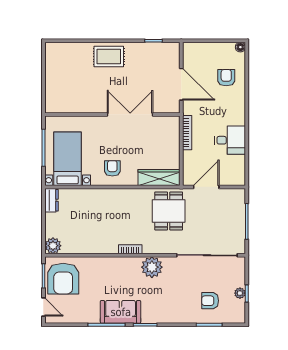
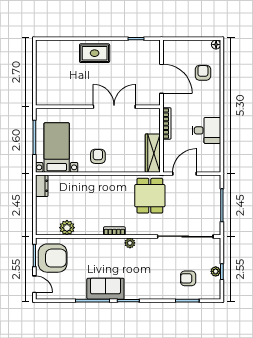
wardrobe: (159, 178) -> (153, 153), moved, turned -90
plant: (53, 246) -> (67, 228), moved
plant: (152, 267) -> (130, 243), width x0.53, depth x0.53
armchair: (63, 279) -> (53, 258), turned -90

